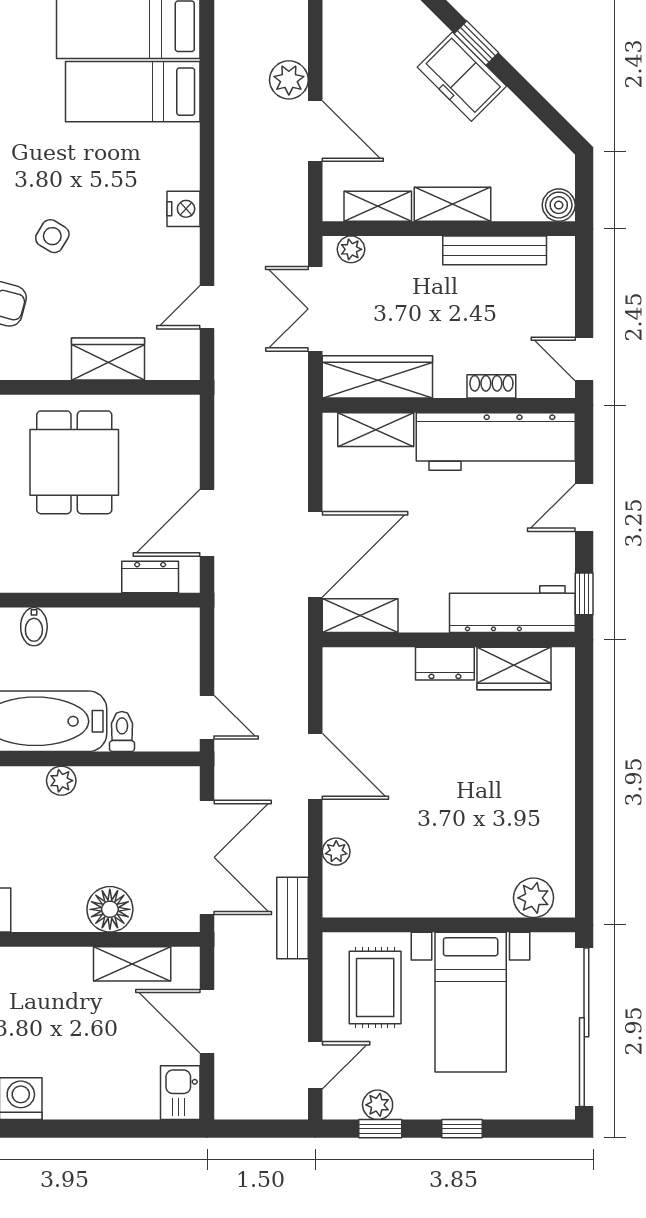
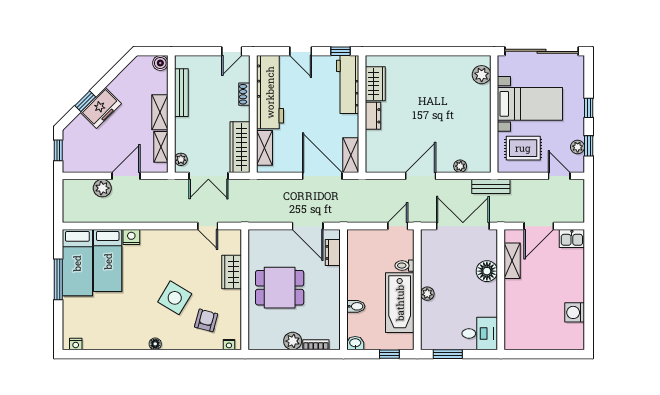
nightstand: (183, 209) -> (131, 237), moved
side table: (52, 236) -> (175, 298), width x1.87, depth x1.87

